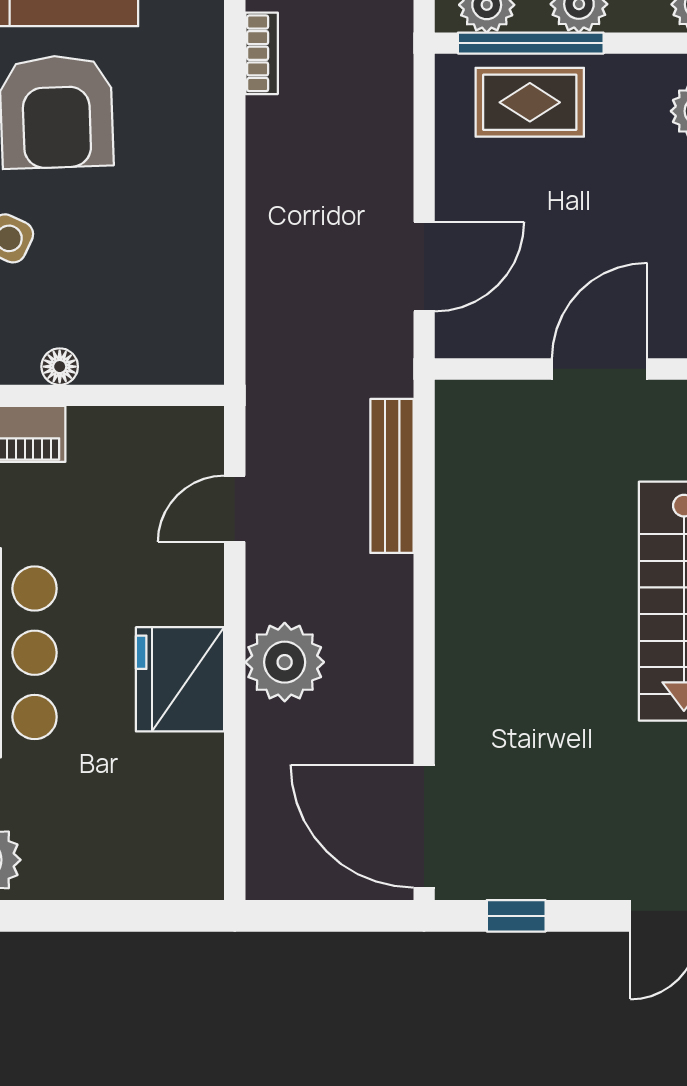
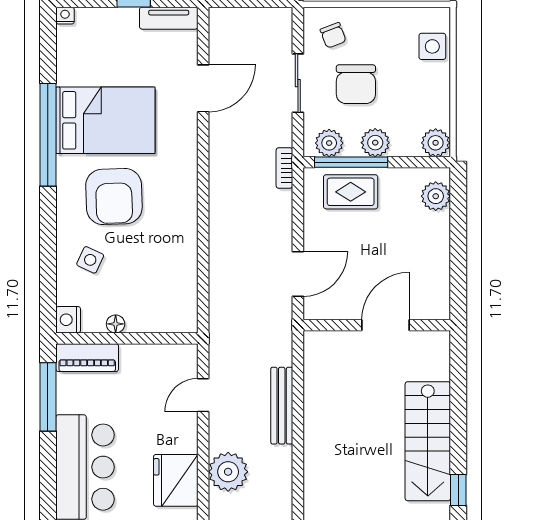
bookcase: (262, 53) -> (284, 168), moved, turned 180
bench: (392, 476) -> (282, 406), moved

